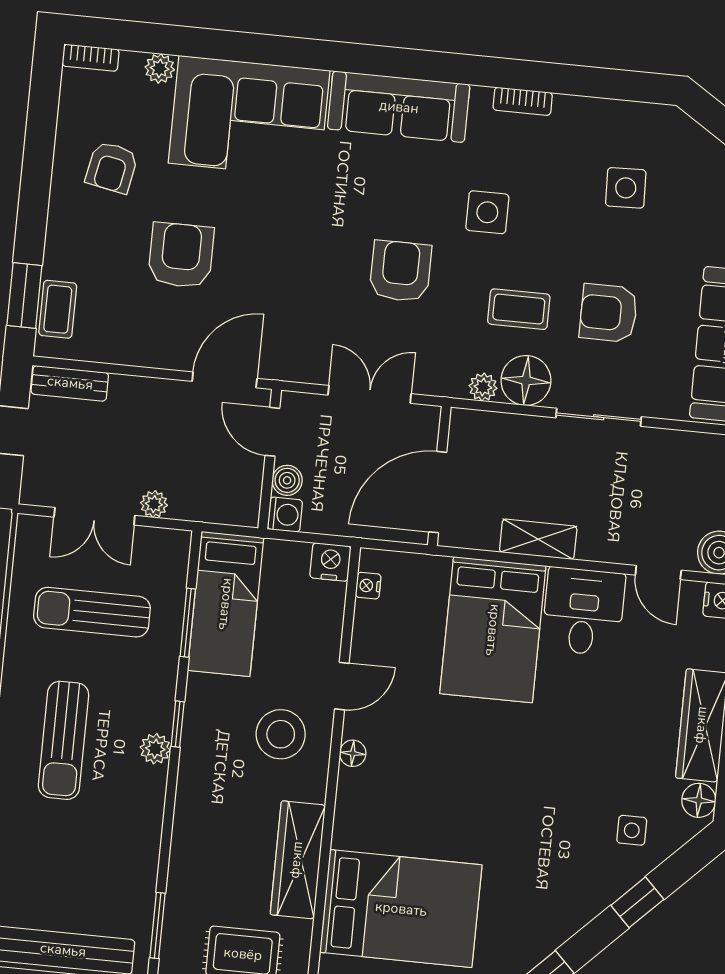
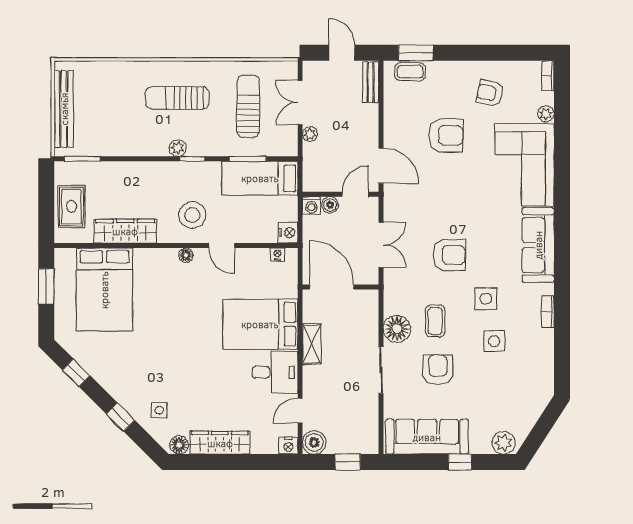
side table: (626, 188) -> (494, 341), moved
plant: (483, 387) -> (391, 306), removed

